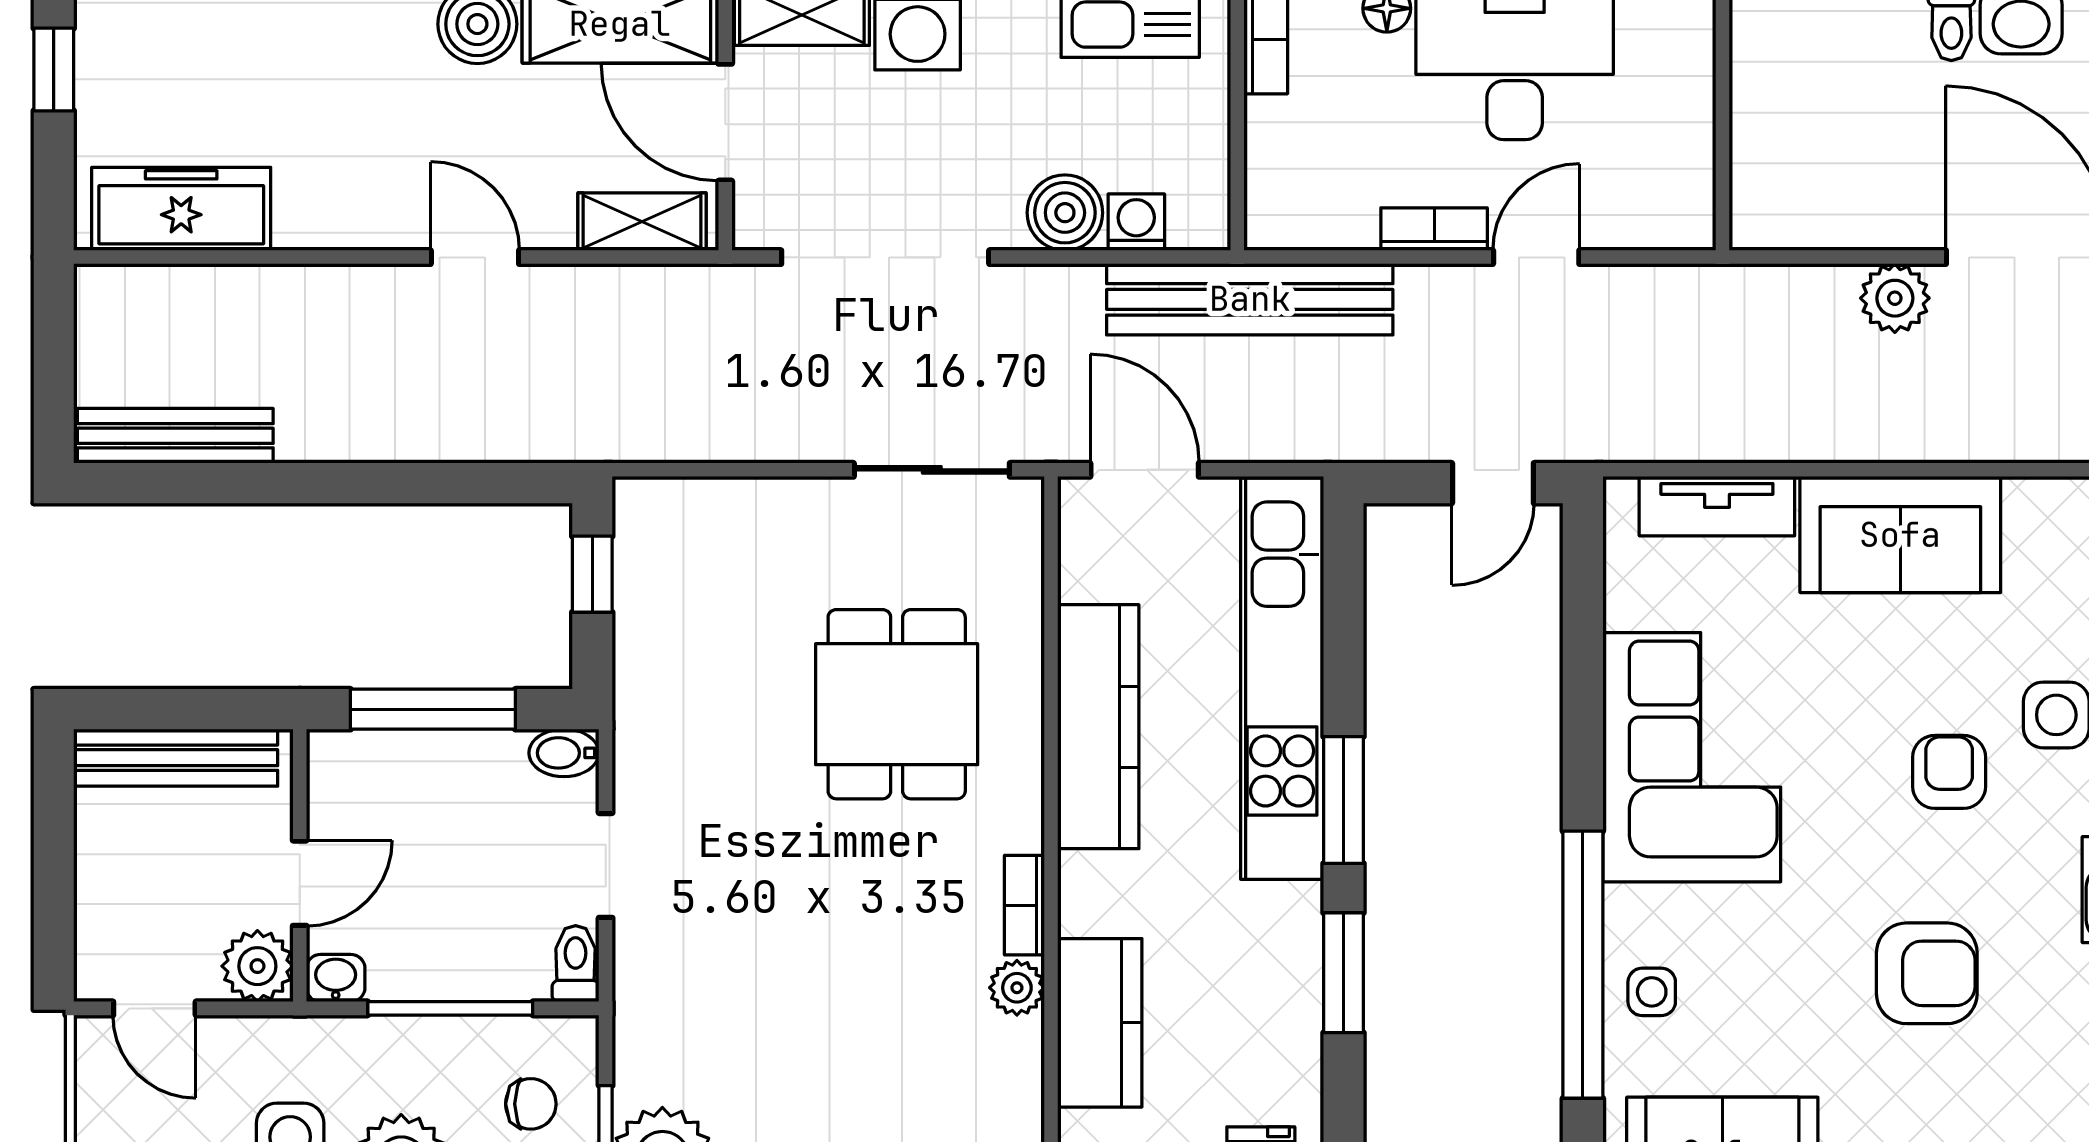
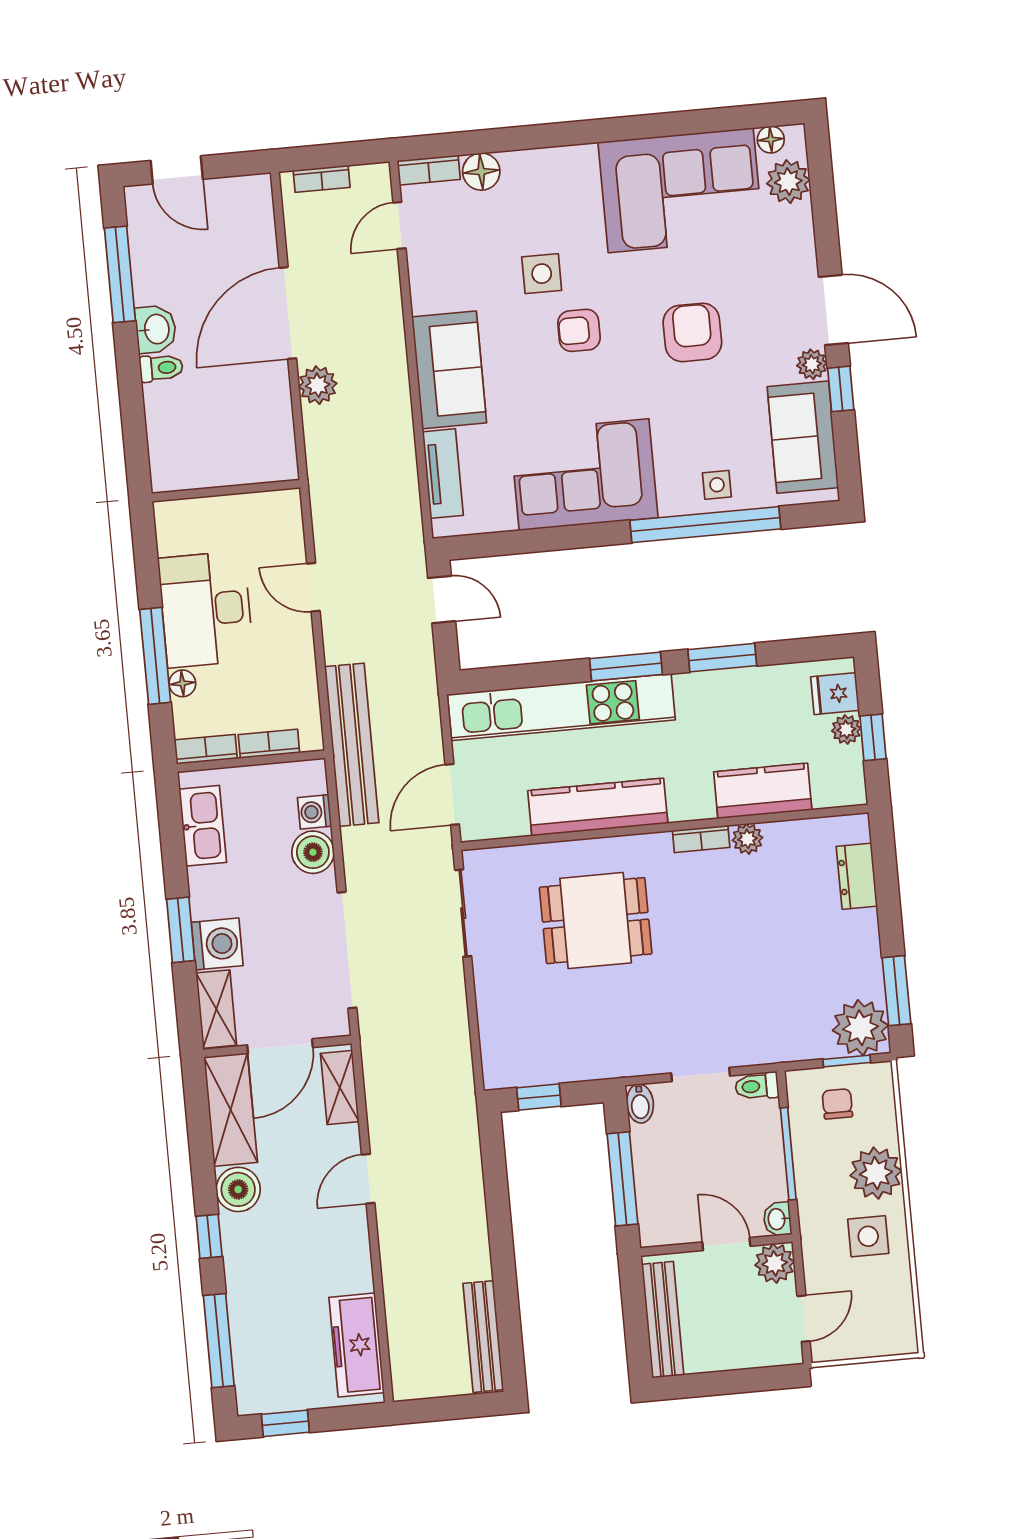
bookcase: (1434, 229) -> (269, 744), moved, turned 90

